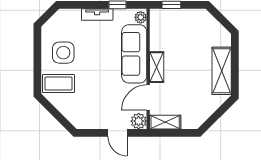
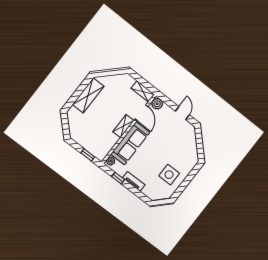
coffee table: (58, 84) -> (185, 159), removed
door: (148, 98) -> (141, 113), hinge flipped
door: (117, 133) -> (182, 113), moved

